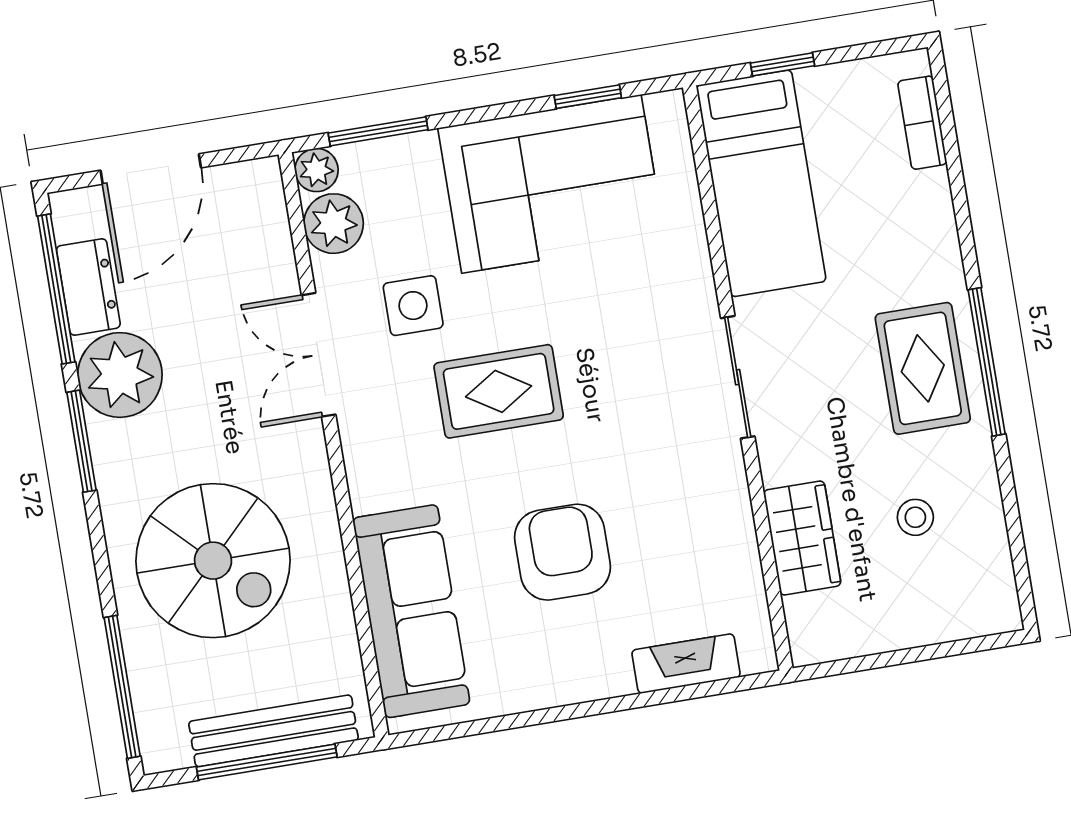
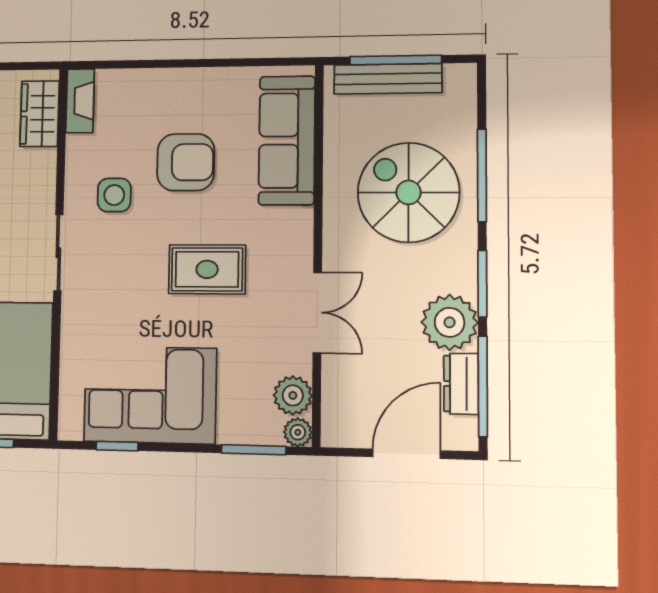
side table: (413, 306) -> (114, 195), moved
wardrobe: (802, 538) -> (40, 114), moved
armchair: (563, 552) -> (186, 162), turned -90
fireplace: (686, 664) -> (80, 101), moved, turned -90
window: (122, 687) -> (482, 175), moved

